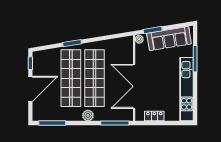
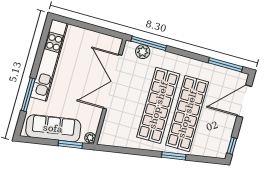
double door: (134, 86) -> (112, 82), swing flipped
door: (30, 89) -> (244, 101), moved
plant: (88, 115) -> (143, 52), moved
locker: (154, 116) -> (98, 38), removed

